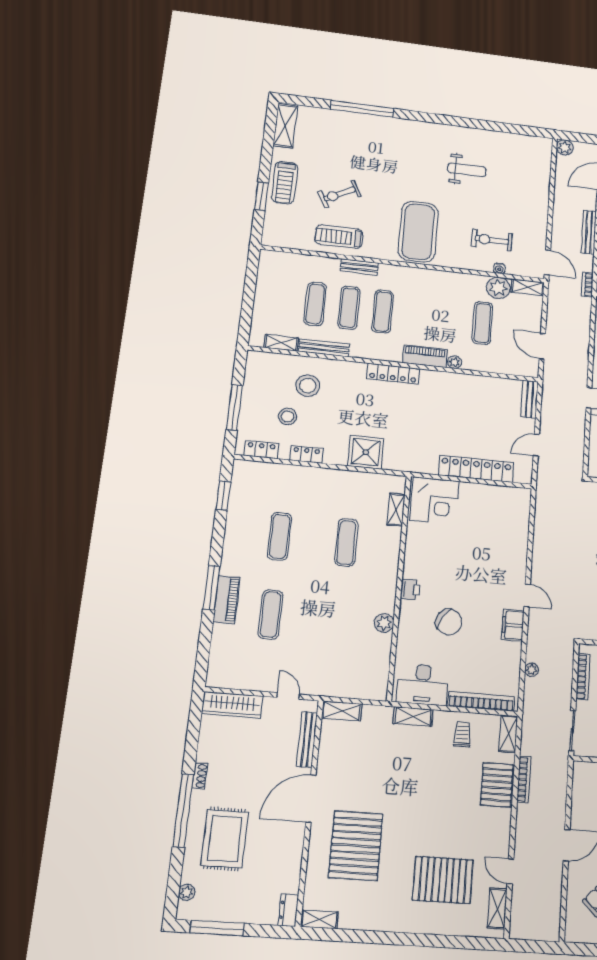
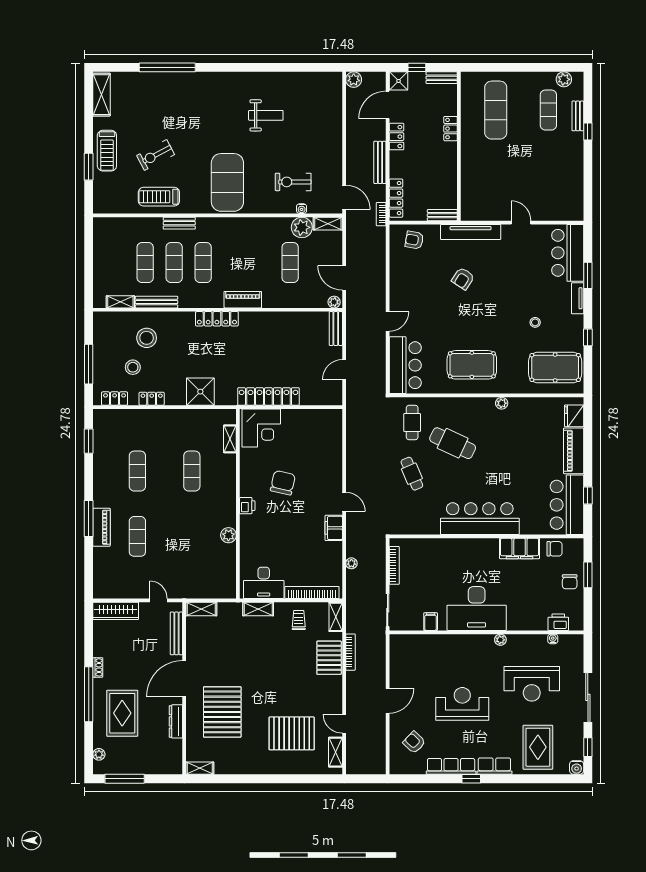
plant: (455, 362) -> (334, 302), moved
locker: (476, 469) -> (268, 396), moved
chair: (449, 622) -> (283, 483), moved, turned -108
dresser: (288, 910) -> (176, 721), moved, width x1.44

